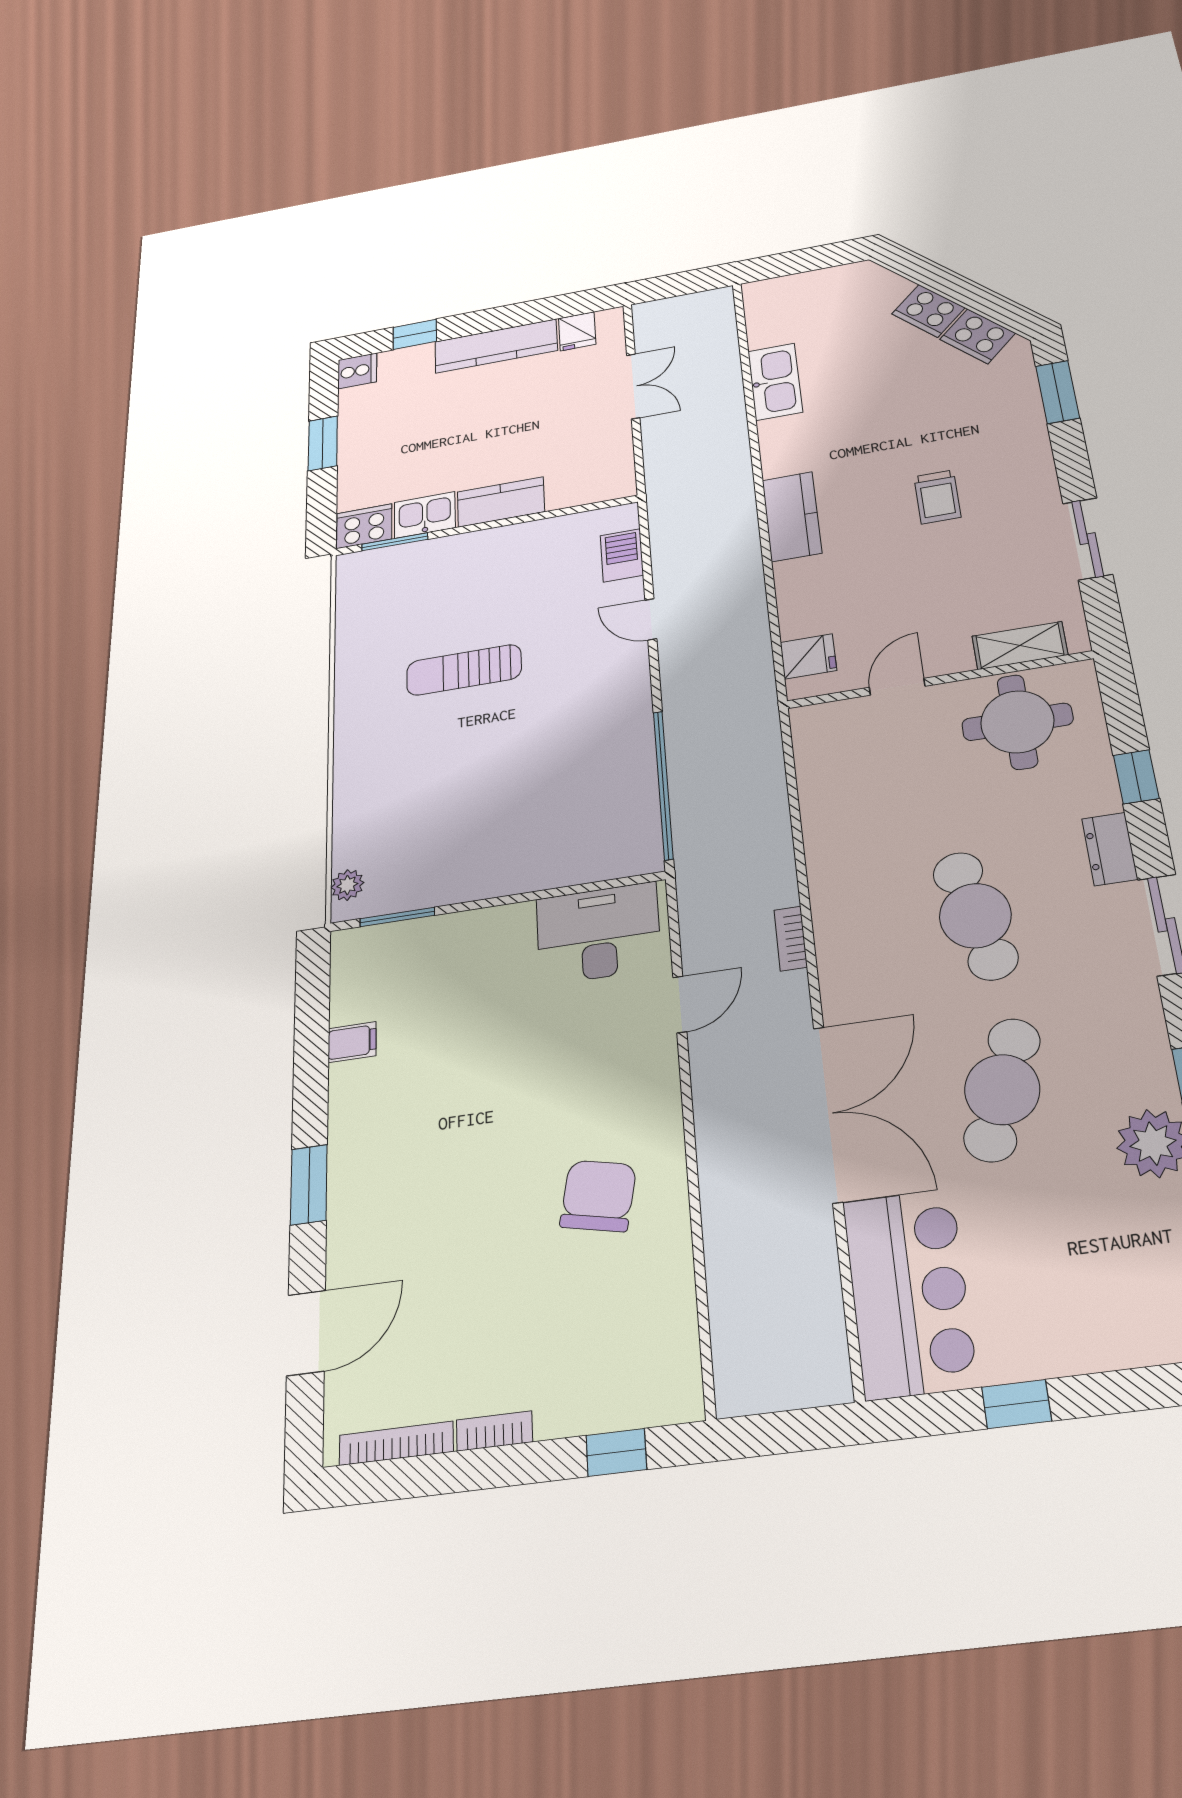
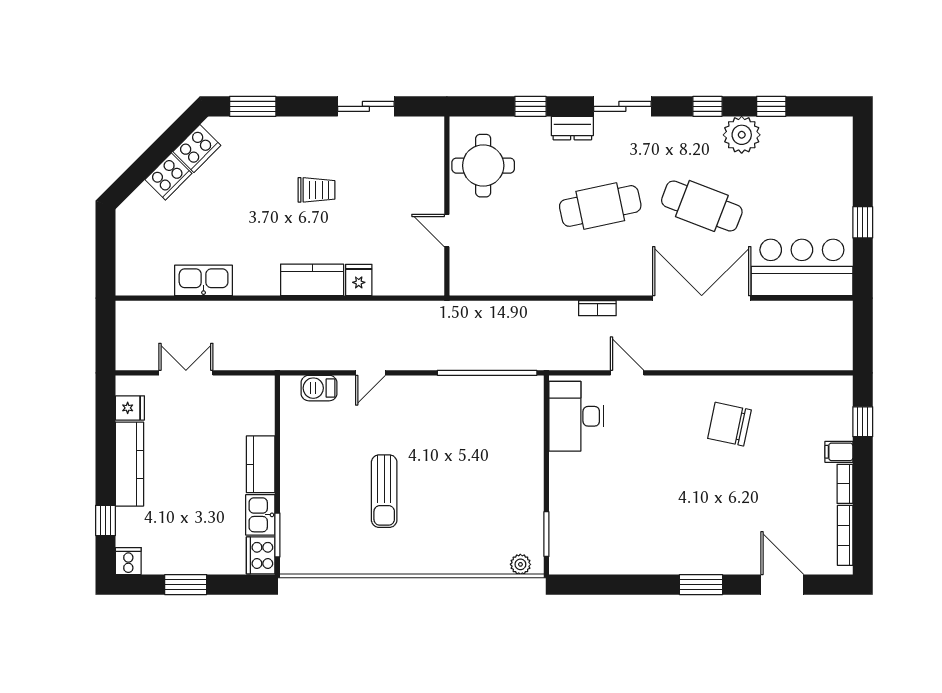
shelving: (1020, 646) -> (432, 157), removed
fridge: (808, 656) -> (359, 280), moved
filing cabinet: (352, 1042) -> (839, 452), moved, turned -90

